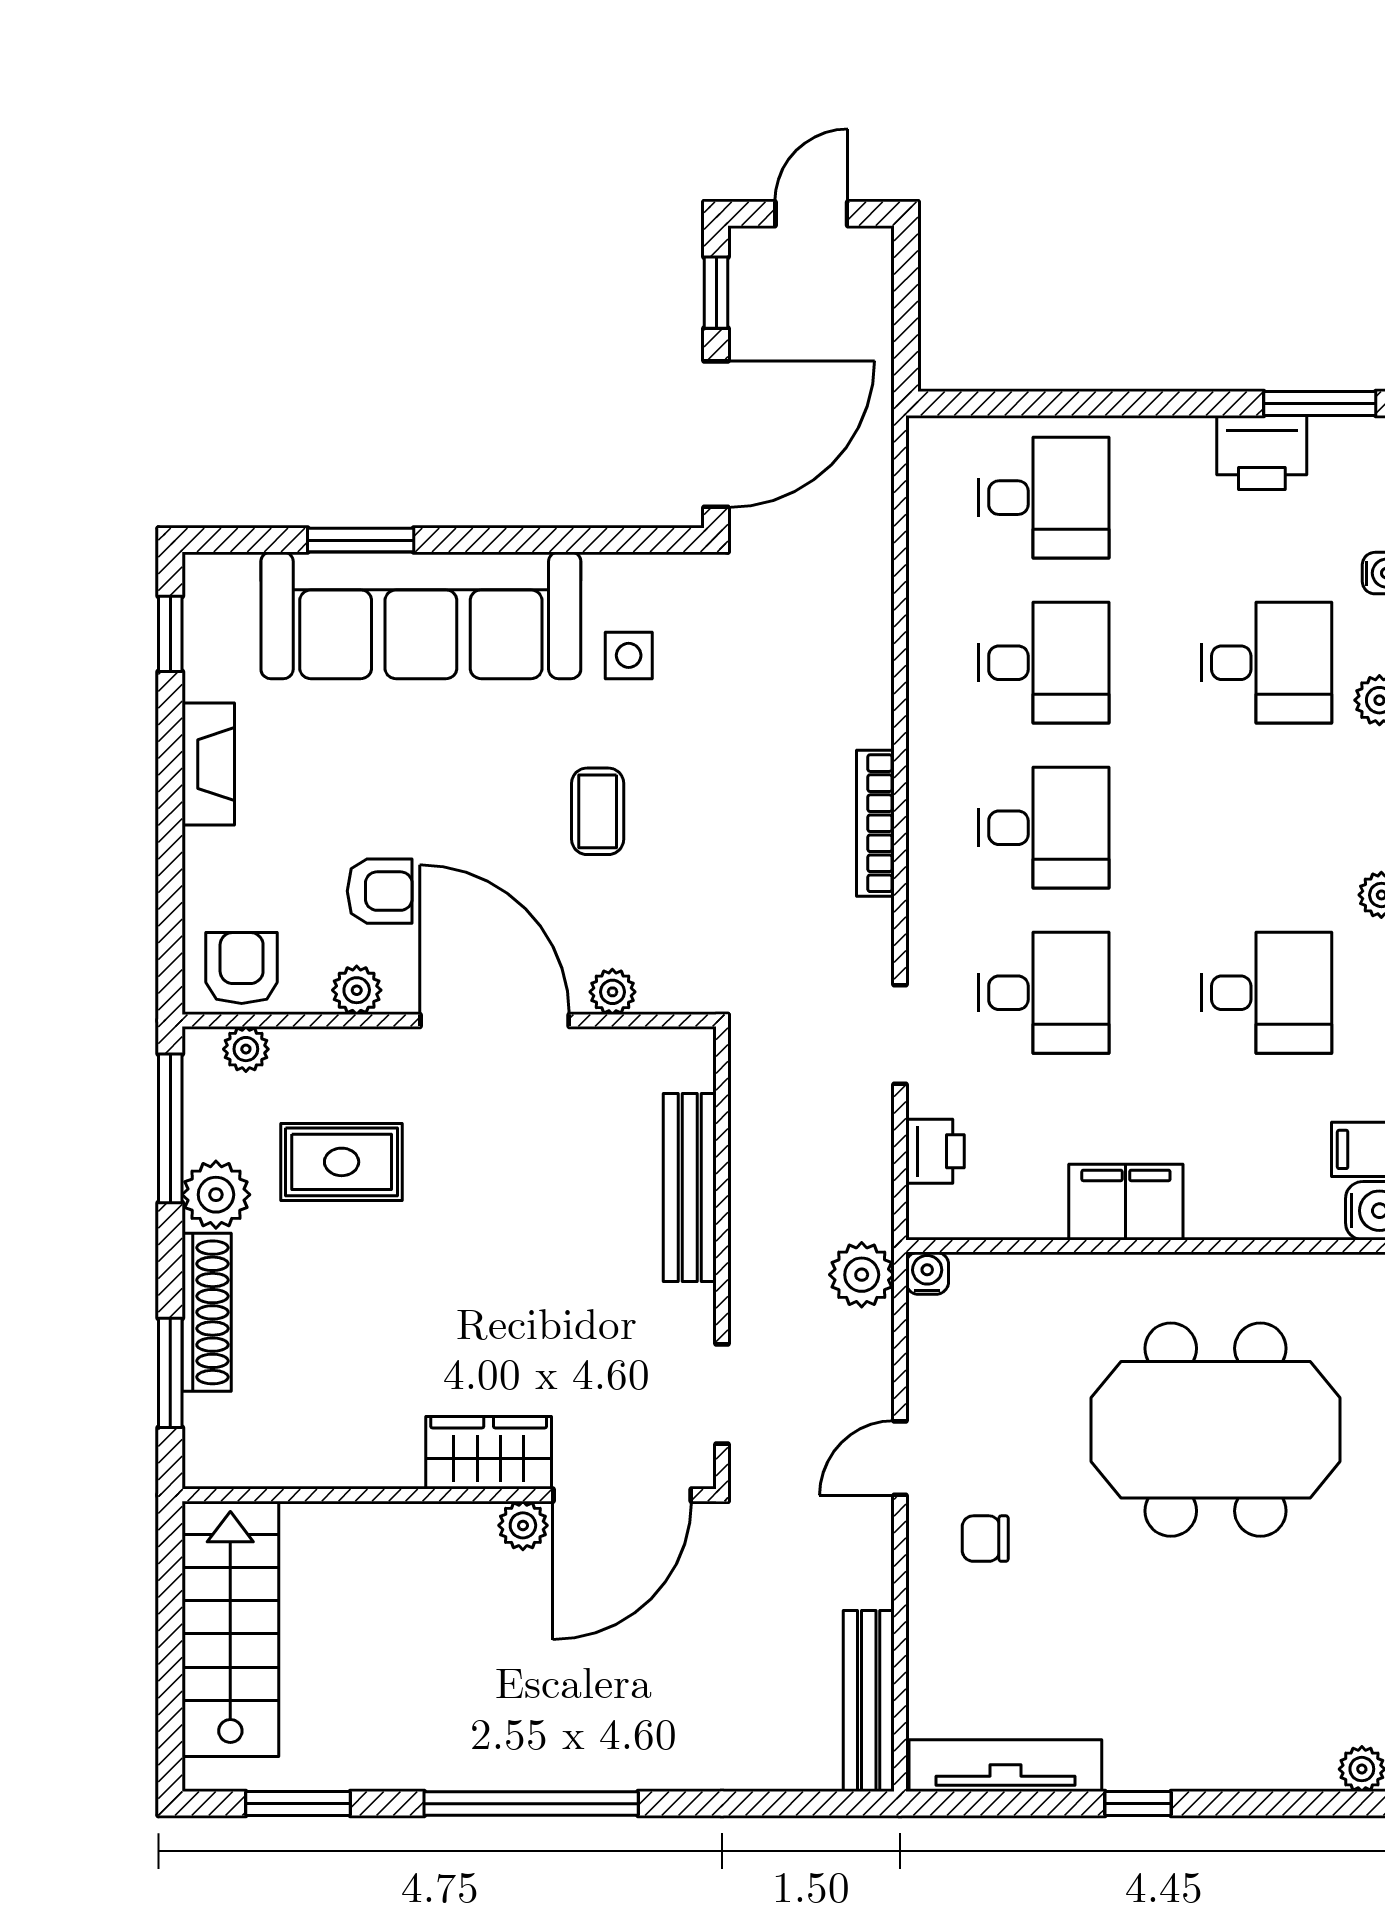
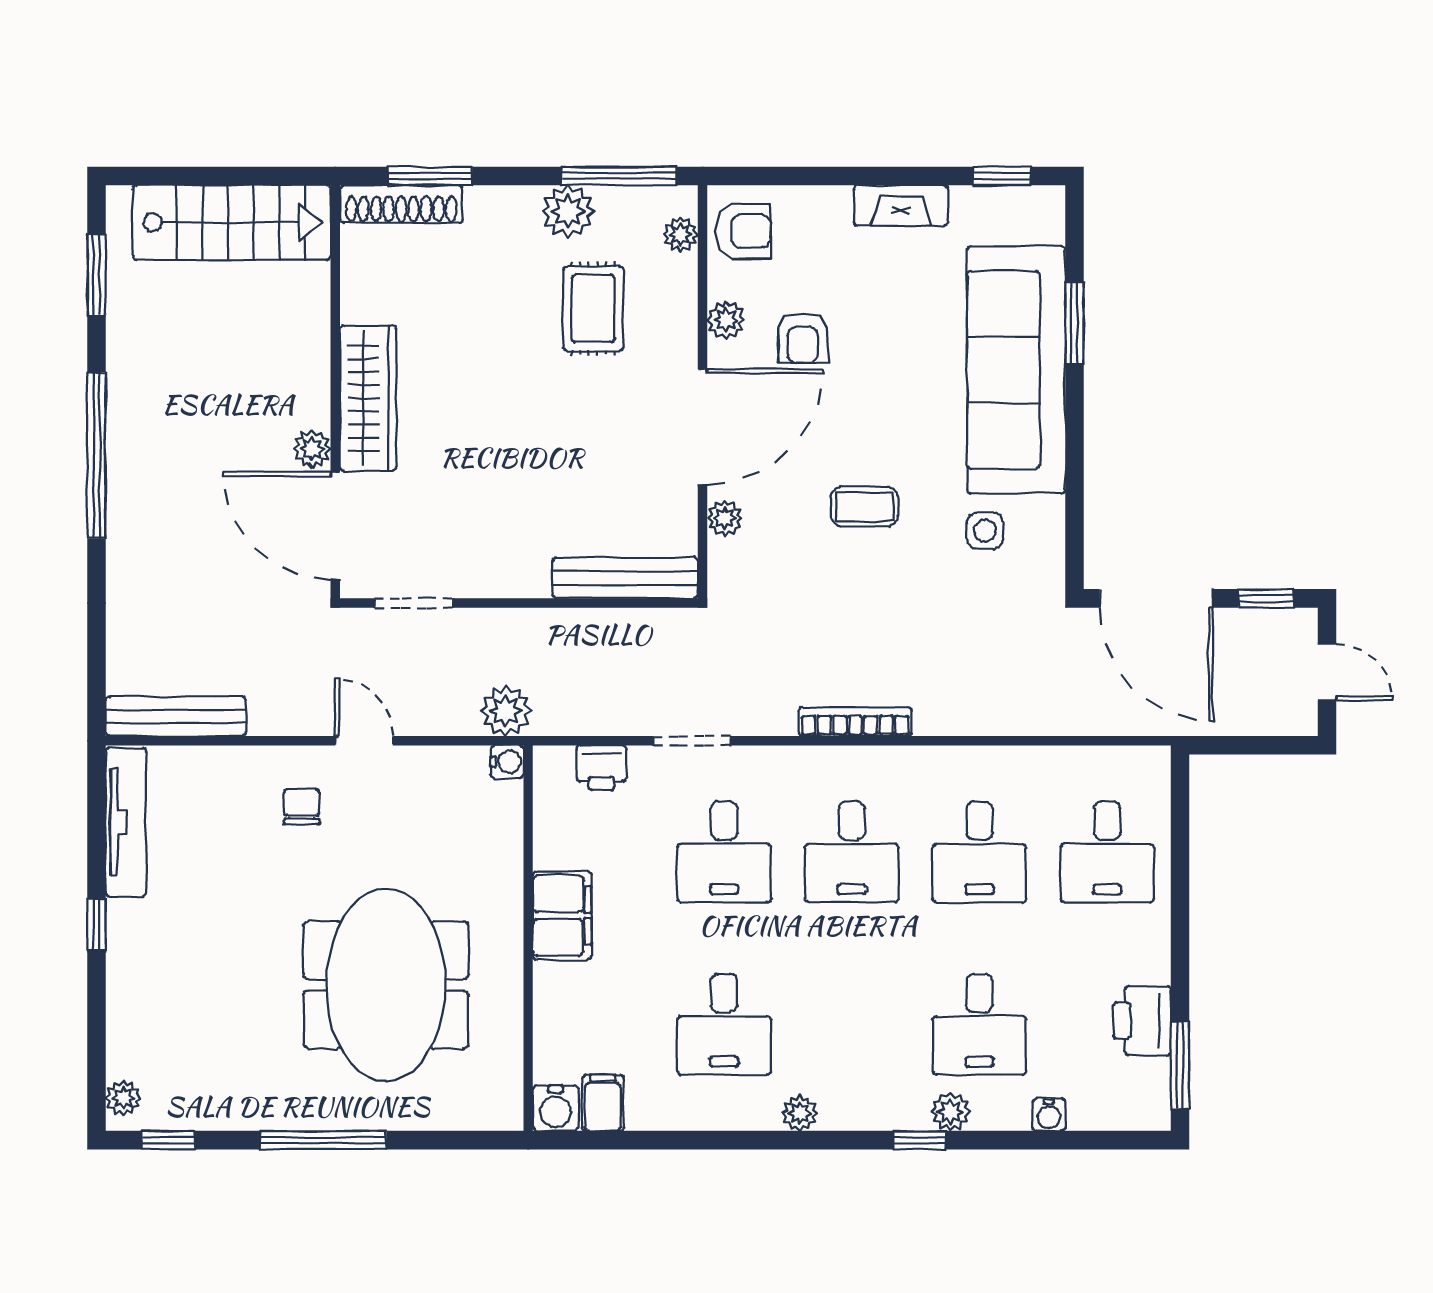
bench: (690, 1187) -> (625, 578), moved
shoe rack: (207, 1312) -> (401, 204), moved
wardrobe: (489, 1453) -> (368, 398), width x1.50

